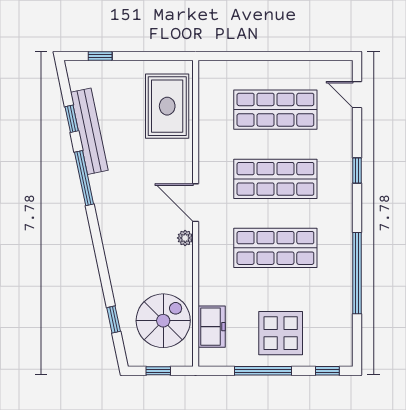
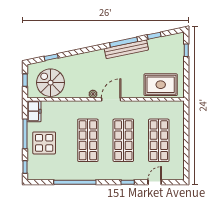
door: (357, 95) -> (155, 182), moved
bench: (89, 131) -> (126, 49), moved
spiral stairs: (163, 321) -> (51, 83), turned 180
freezer: (212, 327) -> (34, 111), moved, turned -90

